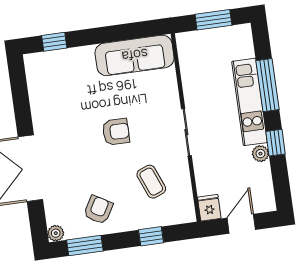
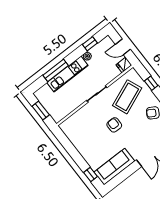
sofa: (135, 55) -> (114, 167), moved, turned -90
window: (276, 143) -> (90, 44), moved
coffee table: (151, 182) -> (127, 97), width x1.86, depth x1.72

